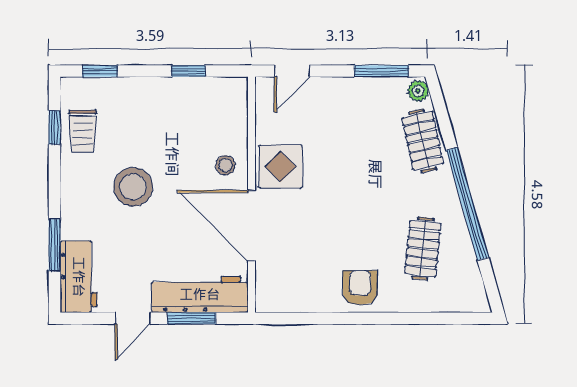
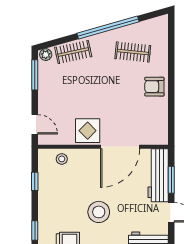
stool: (225, 165) -> (62, 159), moved

